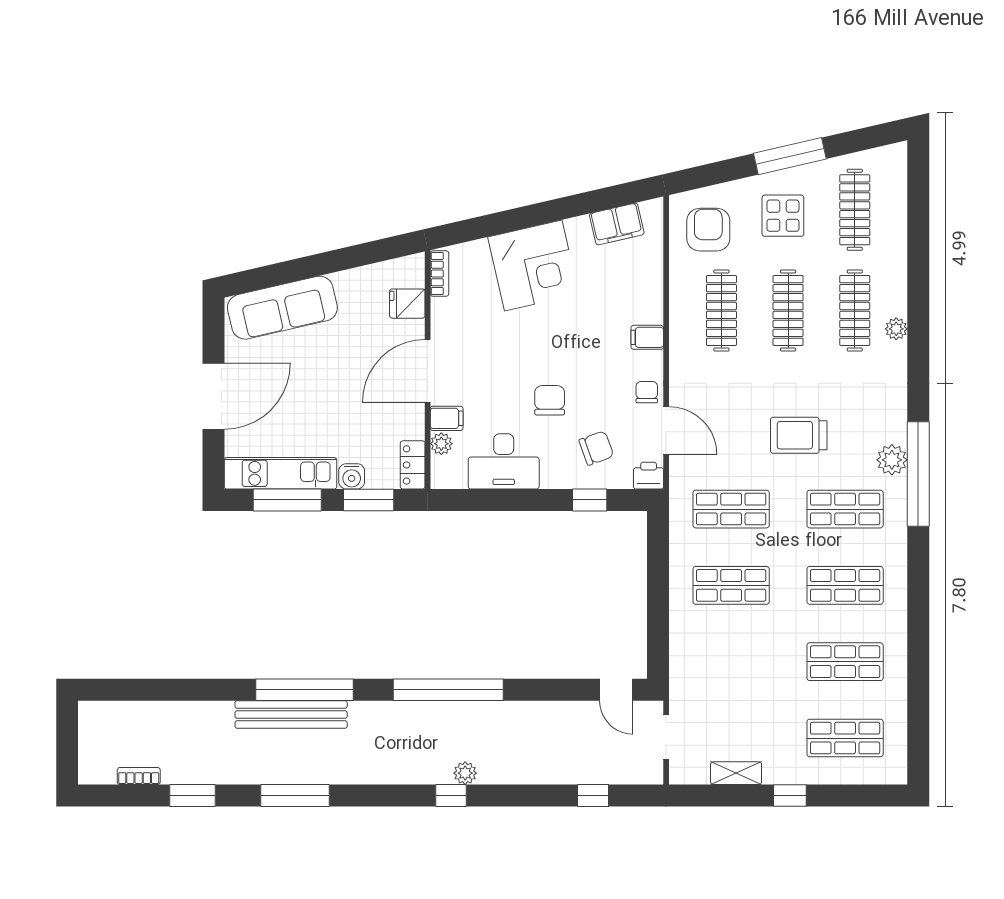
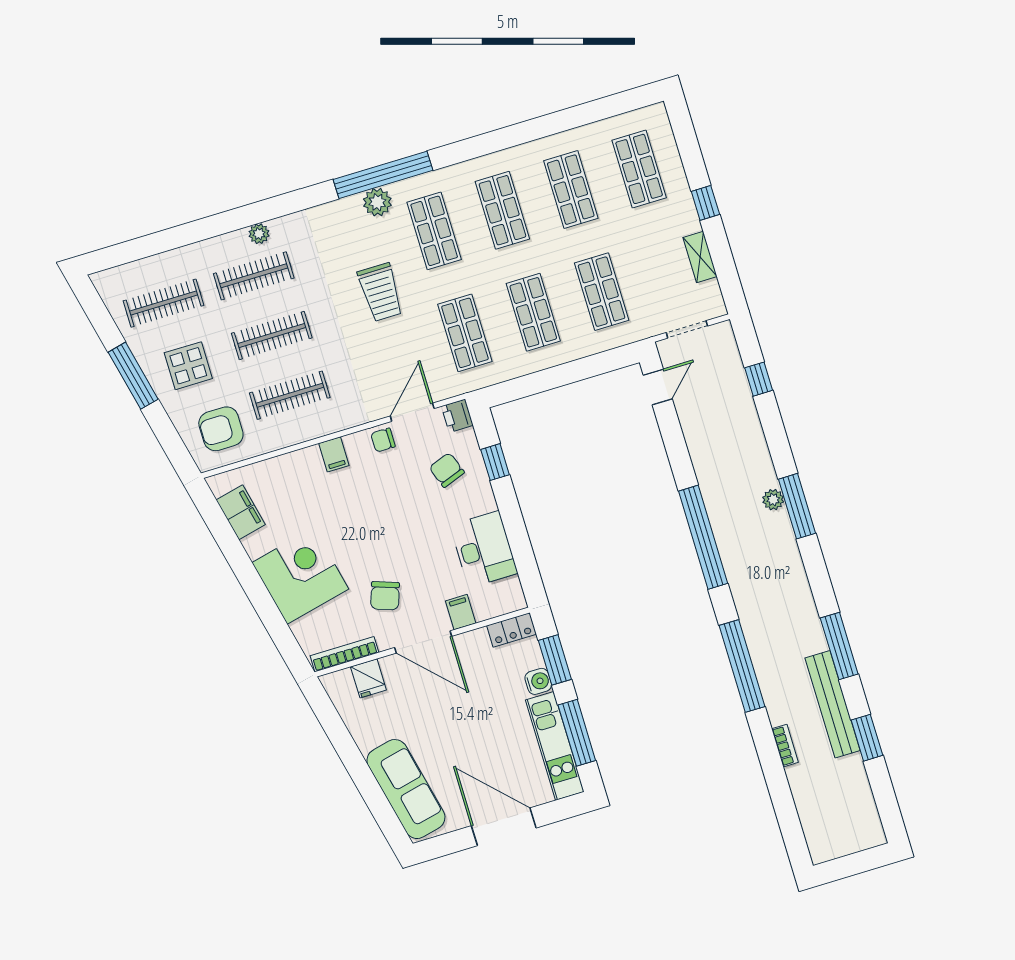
bookcase: (439, 274) -> (344, 654), width x1.56
chair: (550, 400) -> (385, 596), moved, turned -71
plant: (441, 444) -> (485, 610), removed
shop shelf: (731, 662) -> (602, 292), added
bench: (291, 714) -> (833, 704), moved
bookcase: (139, 776) -> (785, 746), moved, turned 180
window: (451, 795) -> (797, 506), width x2.17

